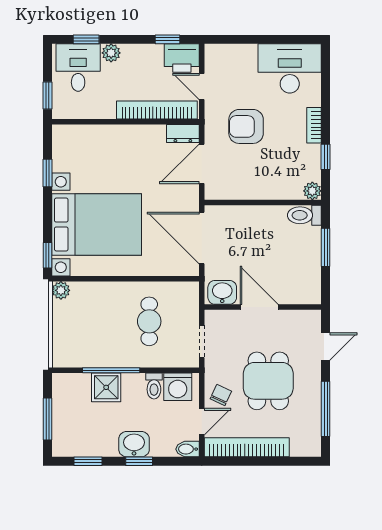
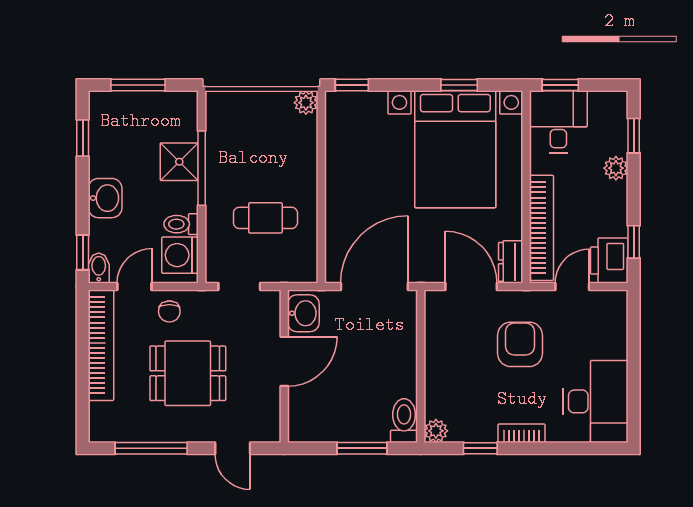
desk: (78, 68) -> (558, 122), moved, turned -90
bed with nightstands: (97, 225) -> (455, 149), moved
chair: (221, 395) -> (169, 311), turned 65
door: (202, 422) -> (134, 287), swing flipped
window: (139, 461) -> (83, 252), moved

